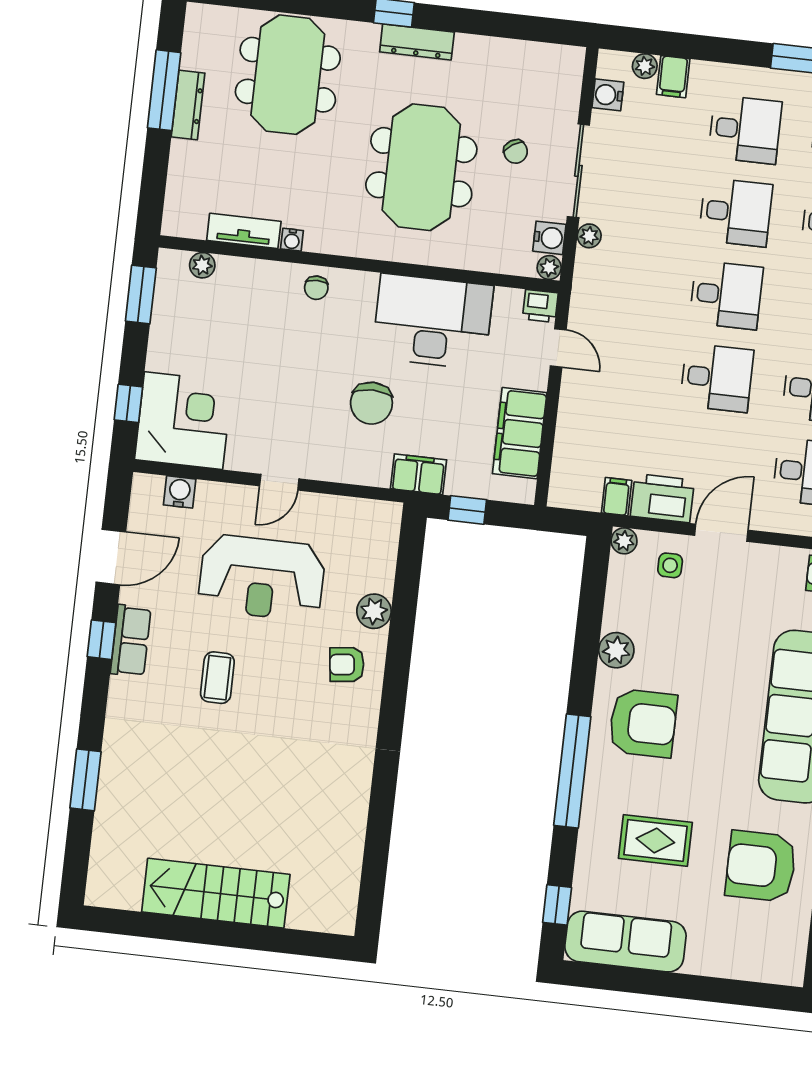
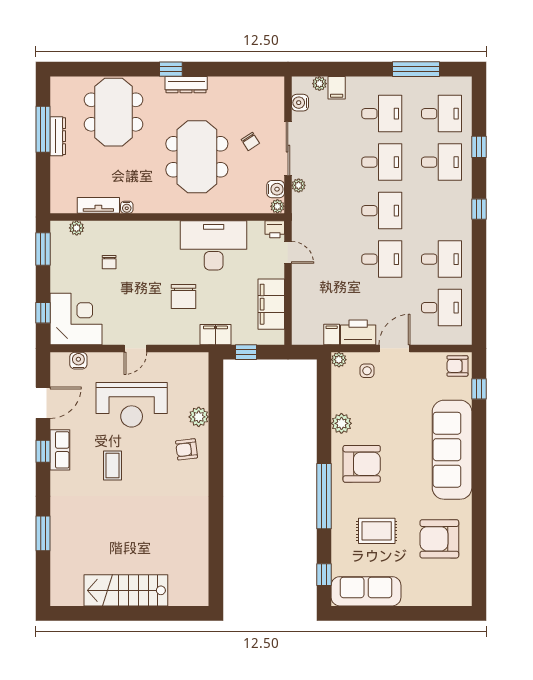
chair: (316, 288) -> (109, 262), moved

